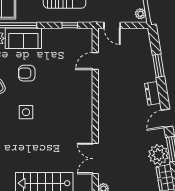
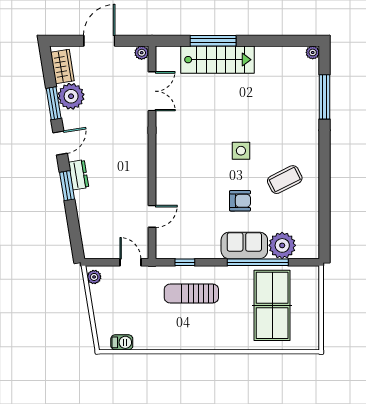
window: (158, 66) -> (67, 186), moved

